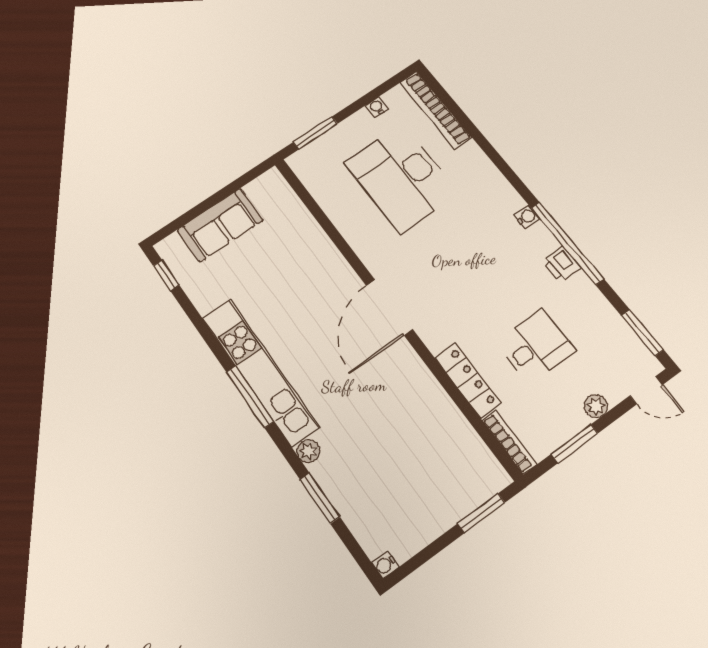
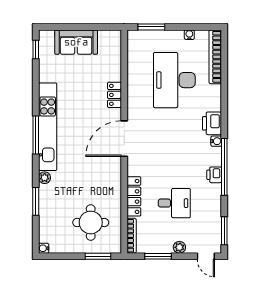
printer: (501, 198) -> (212, 123), added
locker: (329, 257) -> (115, 95), added
round table: (431, 468) -> (91, 222), added

